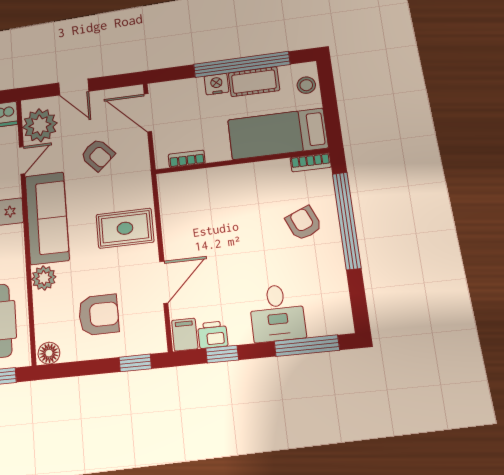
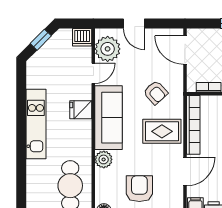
armchair: (98, 155) -> (156, 92), moved
bookcase: (170, 214) -> (193, 125), added
armchair: (99, 315) -> (139, 189), turned -90

